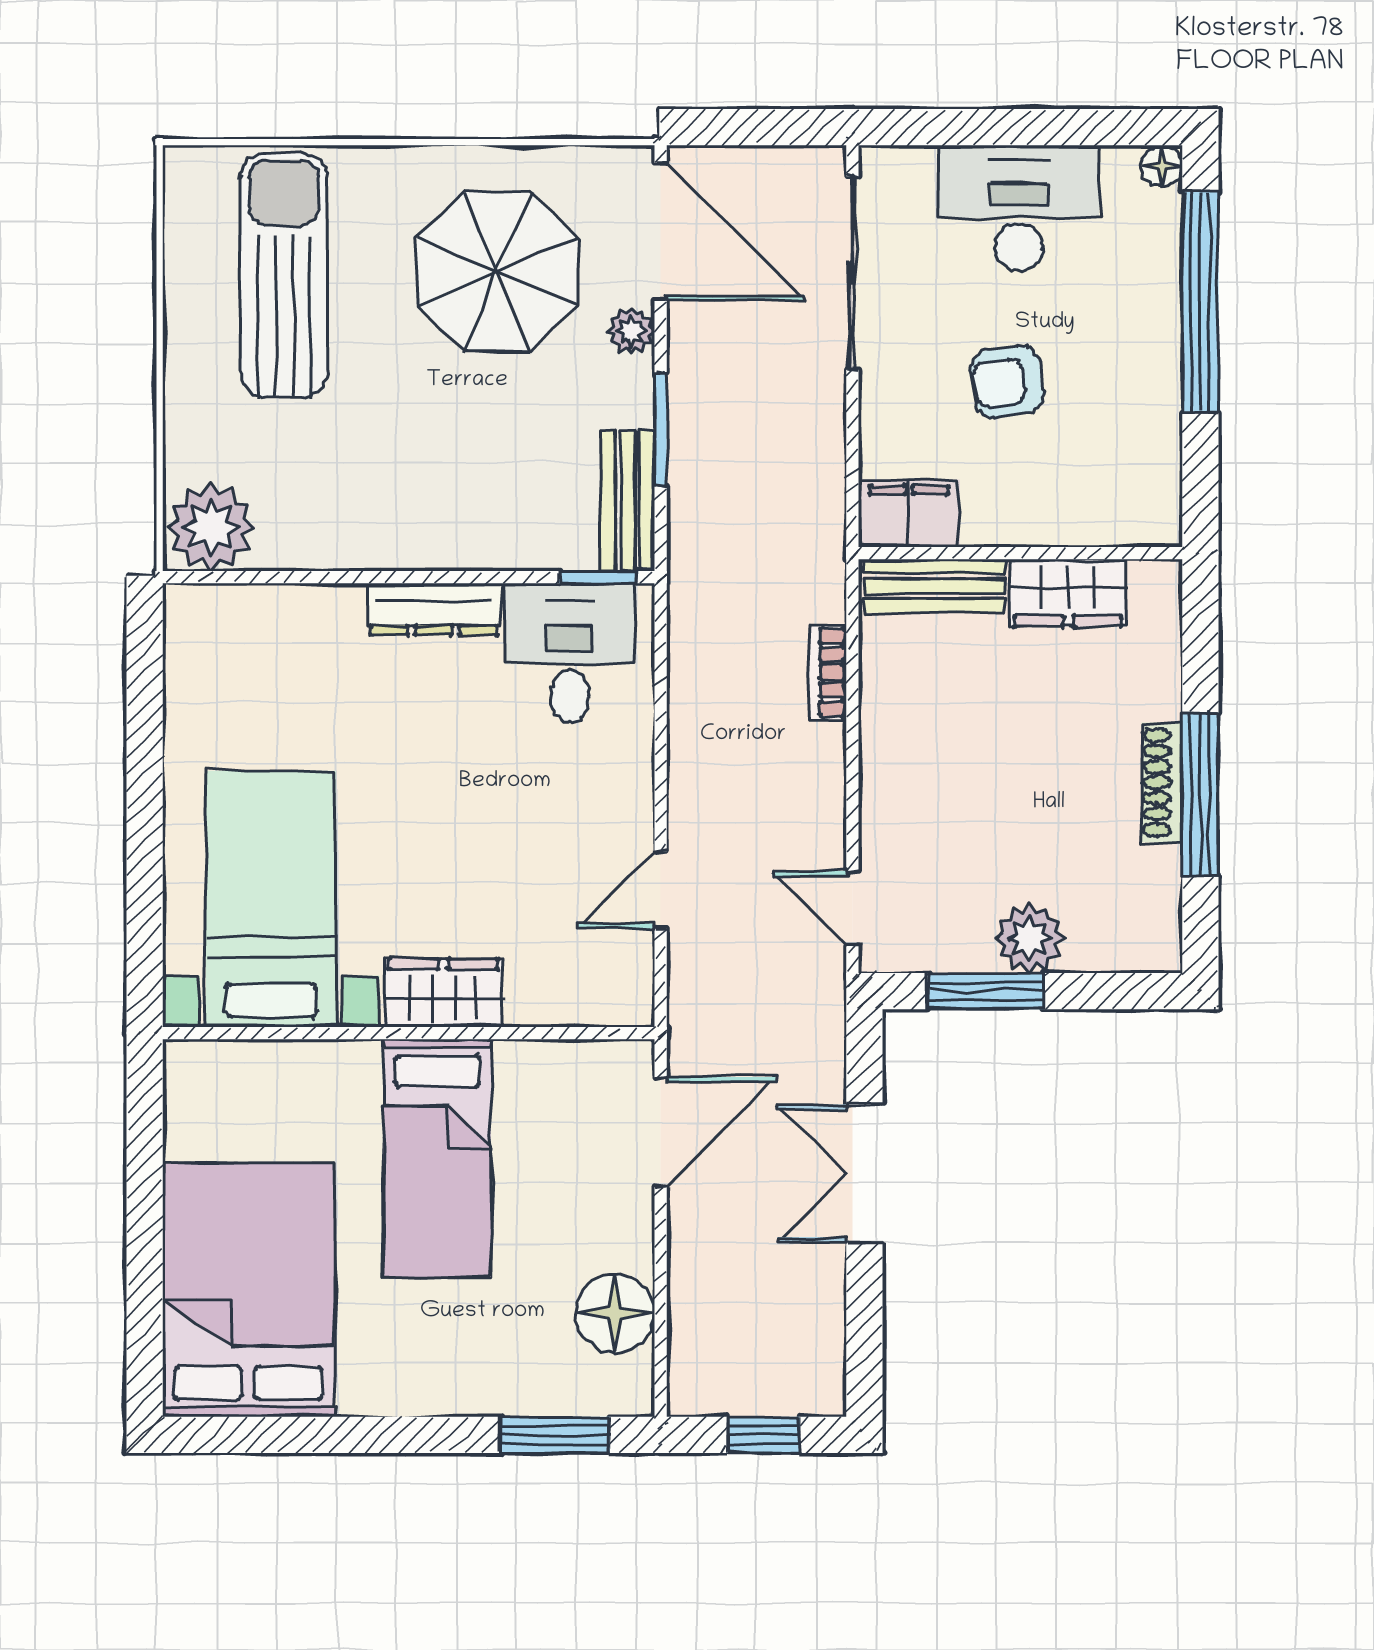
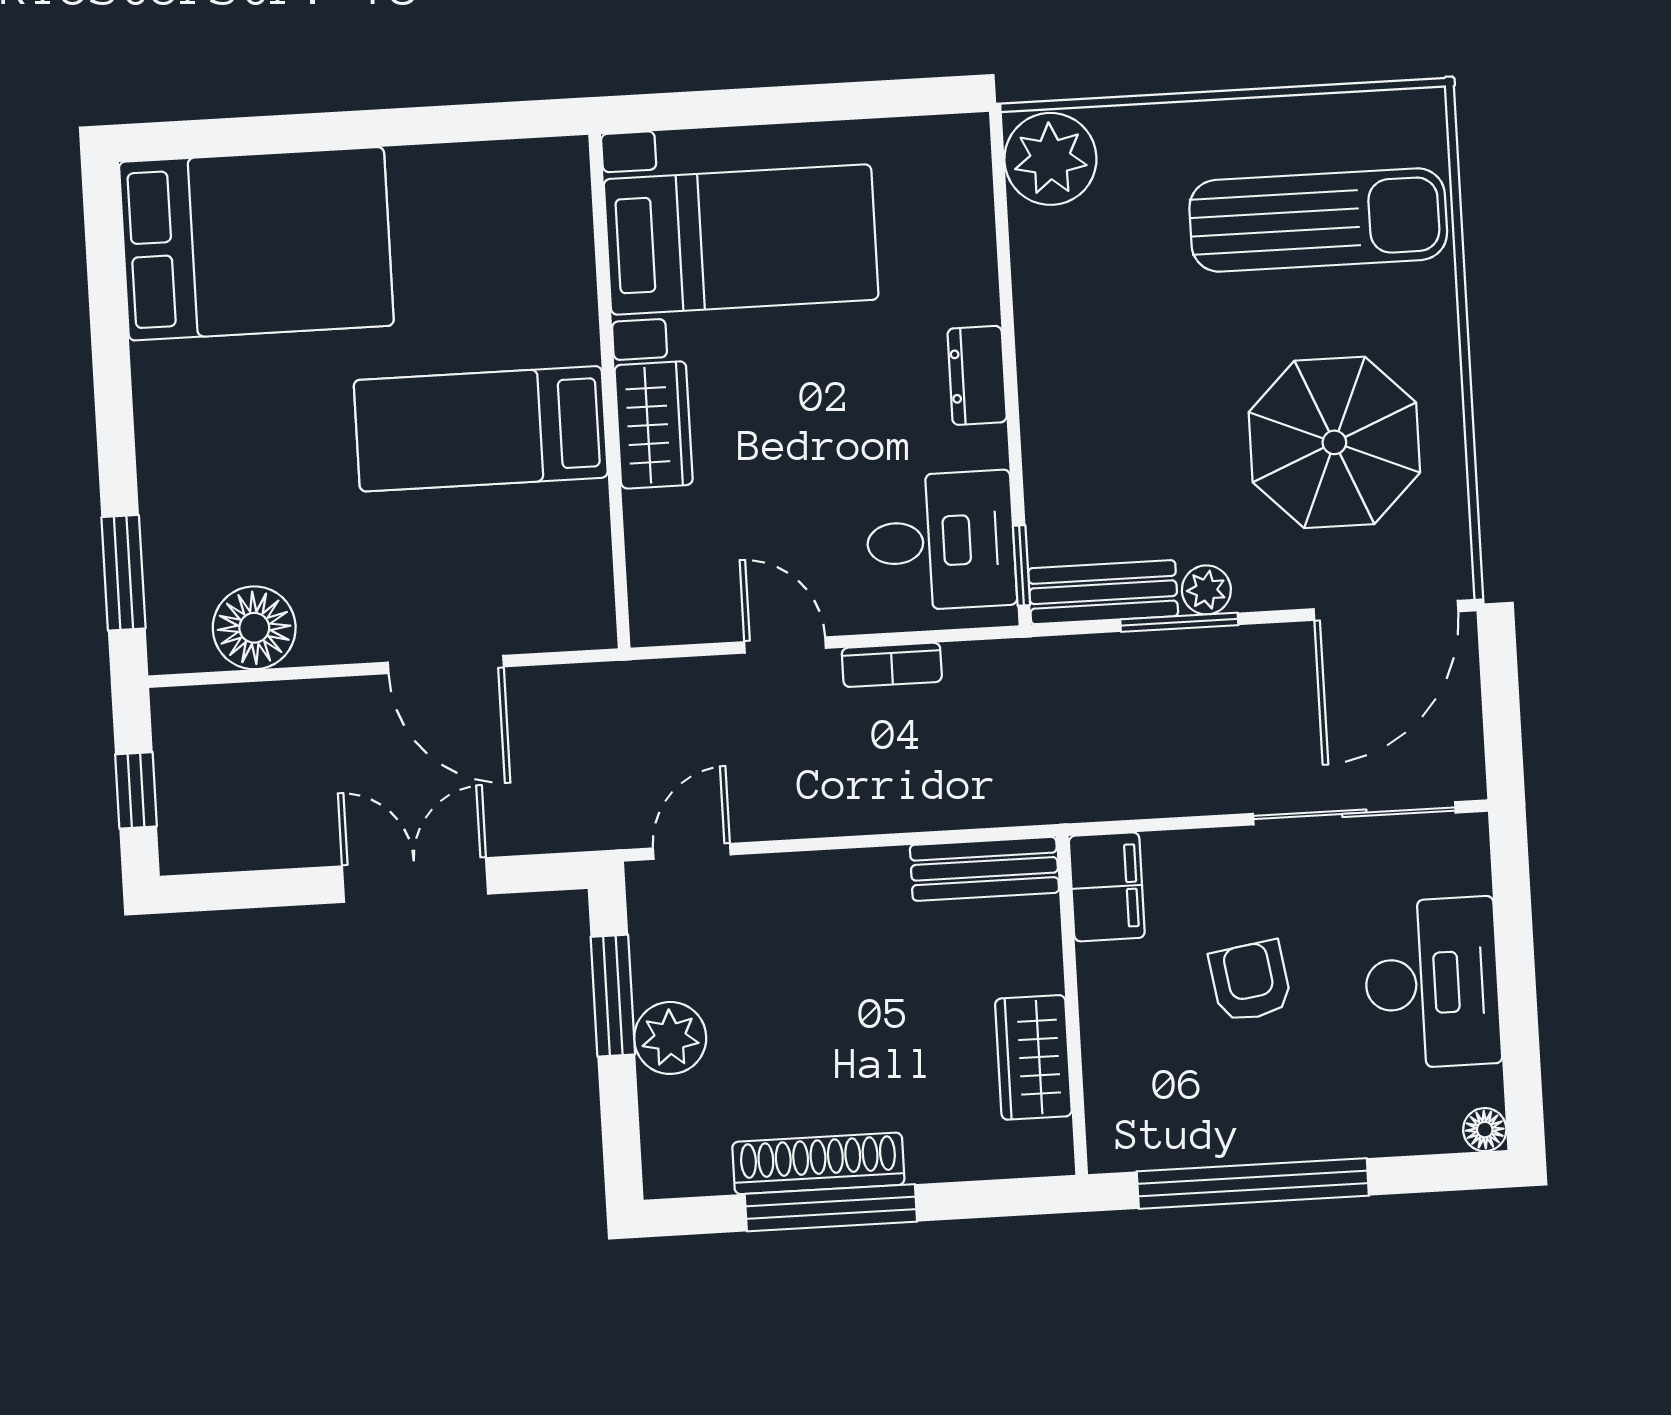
window: (1200, 302) -> (1253, 1183), moved
plant: (631, 331) -> (1206, 590), moved
bench: (935, 586) -> (984, 869), moved, turned 90
dresser: (434, 609) -> (977, 375), width x0.70
bookcase: (828, 672) -> (892, 665), moved, turned 180
shoe rack: (1162, 782) -> (818, 1163), width x1.36, depth x1.24
door: (661, 890) -> (785, 645), moved
bed with nightstands: (271, 899) -> (741, 239), moved
wardrobe: (443, 993) -> (654, 425), moved
wall: (409, 1033) -> (609, 391), moved
bed: (437, 1158) -> (481, 429), moved

